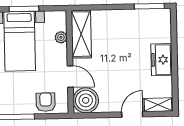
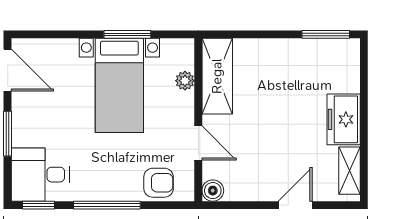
boiler: (86, 100) -> (213, 191), width x0.54, depth x0.54
armchair: (46, 102) -> (159, 183), turned 90
shelving: (158, 105) -> (349, 171), moved, turned 90

